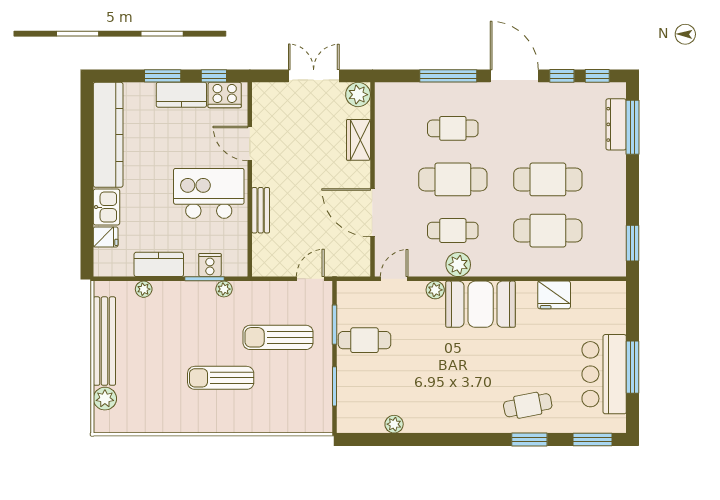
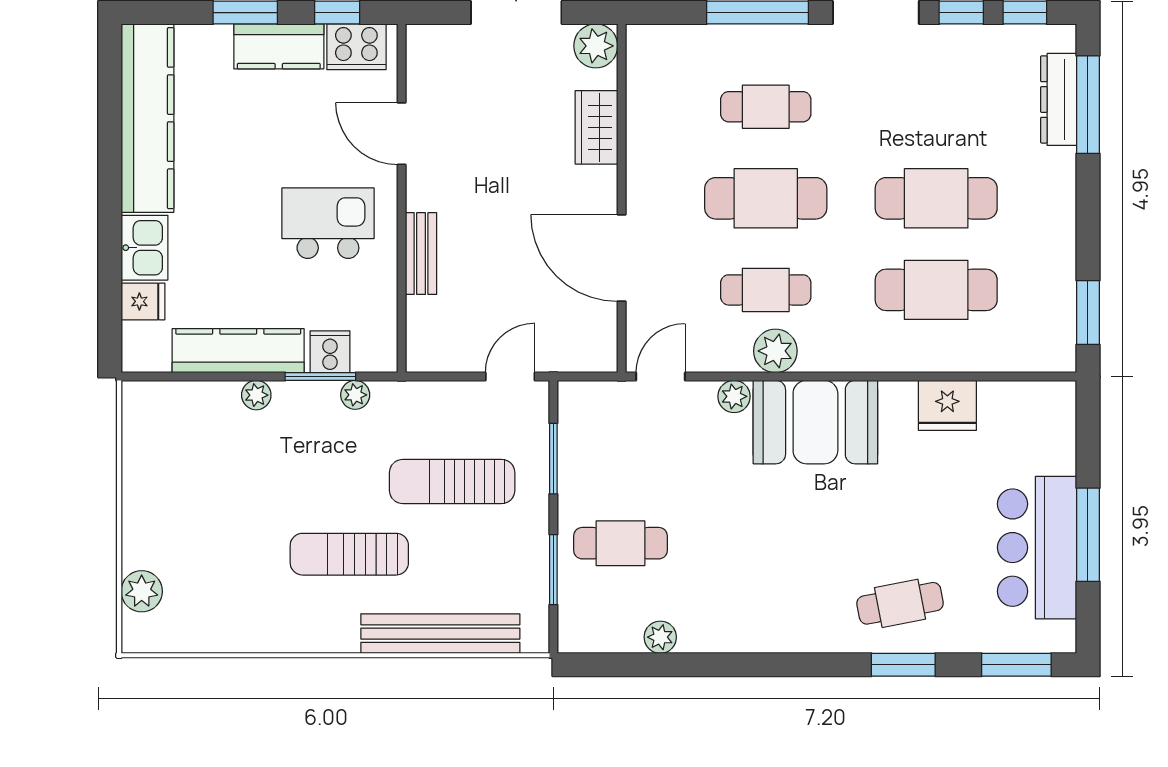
kitchen island: (209, 193) -> (328, 223), width x0.73, depth x0.78
kitchen counter: (159, 264) -> (238, 351), width x1.50
plant: (144, 289) -> (256, 395), moved
cafe table: (365, 340) -> (620, 543), moved
bench: (104, 341) -> (440, 634), moved, turned 90

